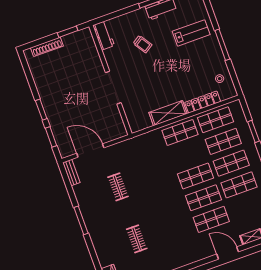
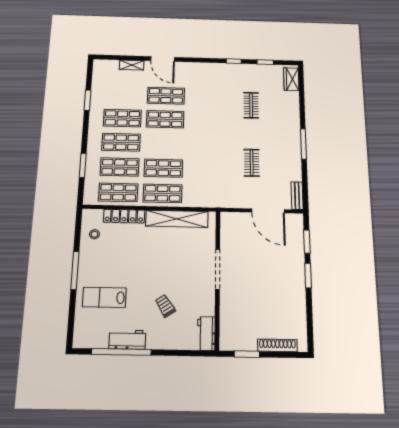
shelving: (168, 113) -> (177, 219), width x1.47
shop shelf: (196, 176) -> (163, 168), moved

